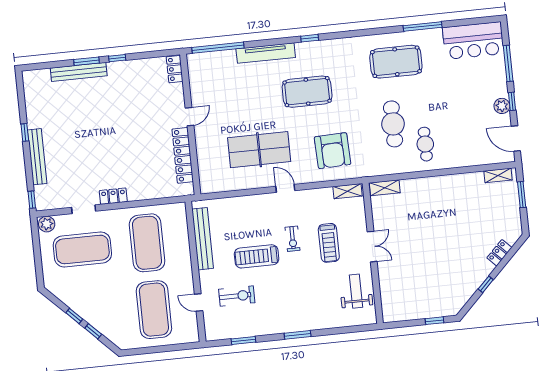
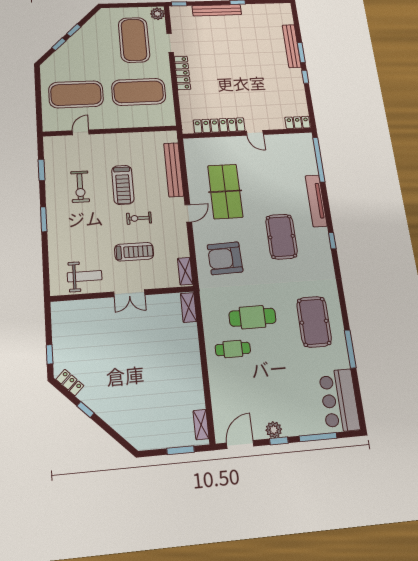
locker: (113, 196) -> (182, 73), width x1.53
bench: (203, 239) -> (174, 170), moved, turned 90
treadmill: (329, 243) -> (134, 252), turned 180
locker: (499, 253) -> (70, 382), moved
treadmill: (257, 256) -> (123, 185), turned 180
exercise bike: (237, 296) -> (80, 187), moved

